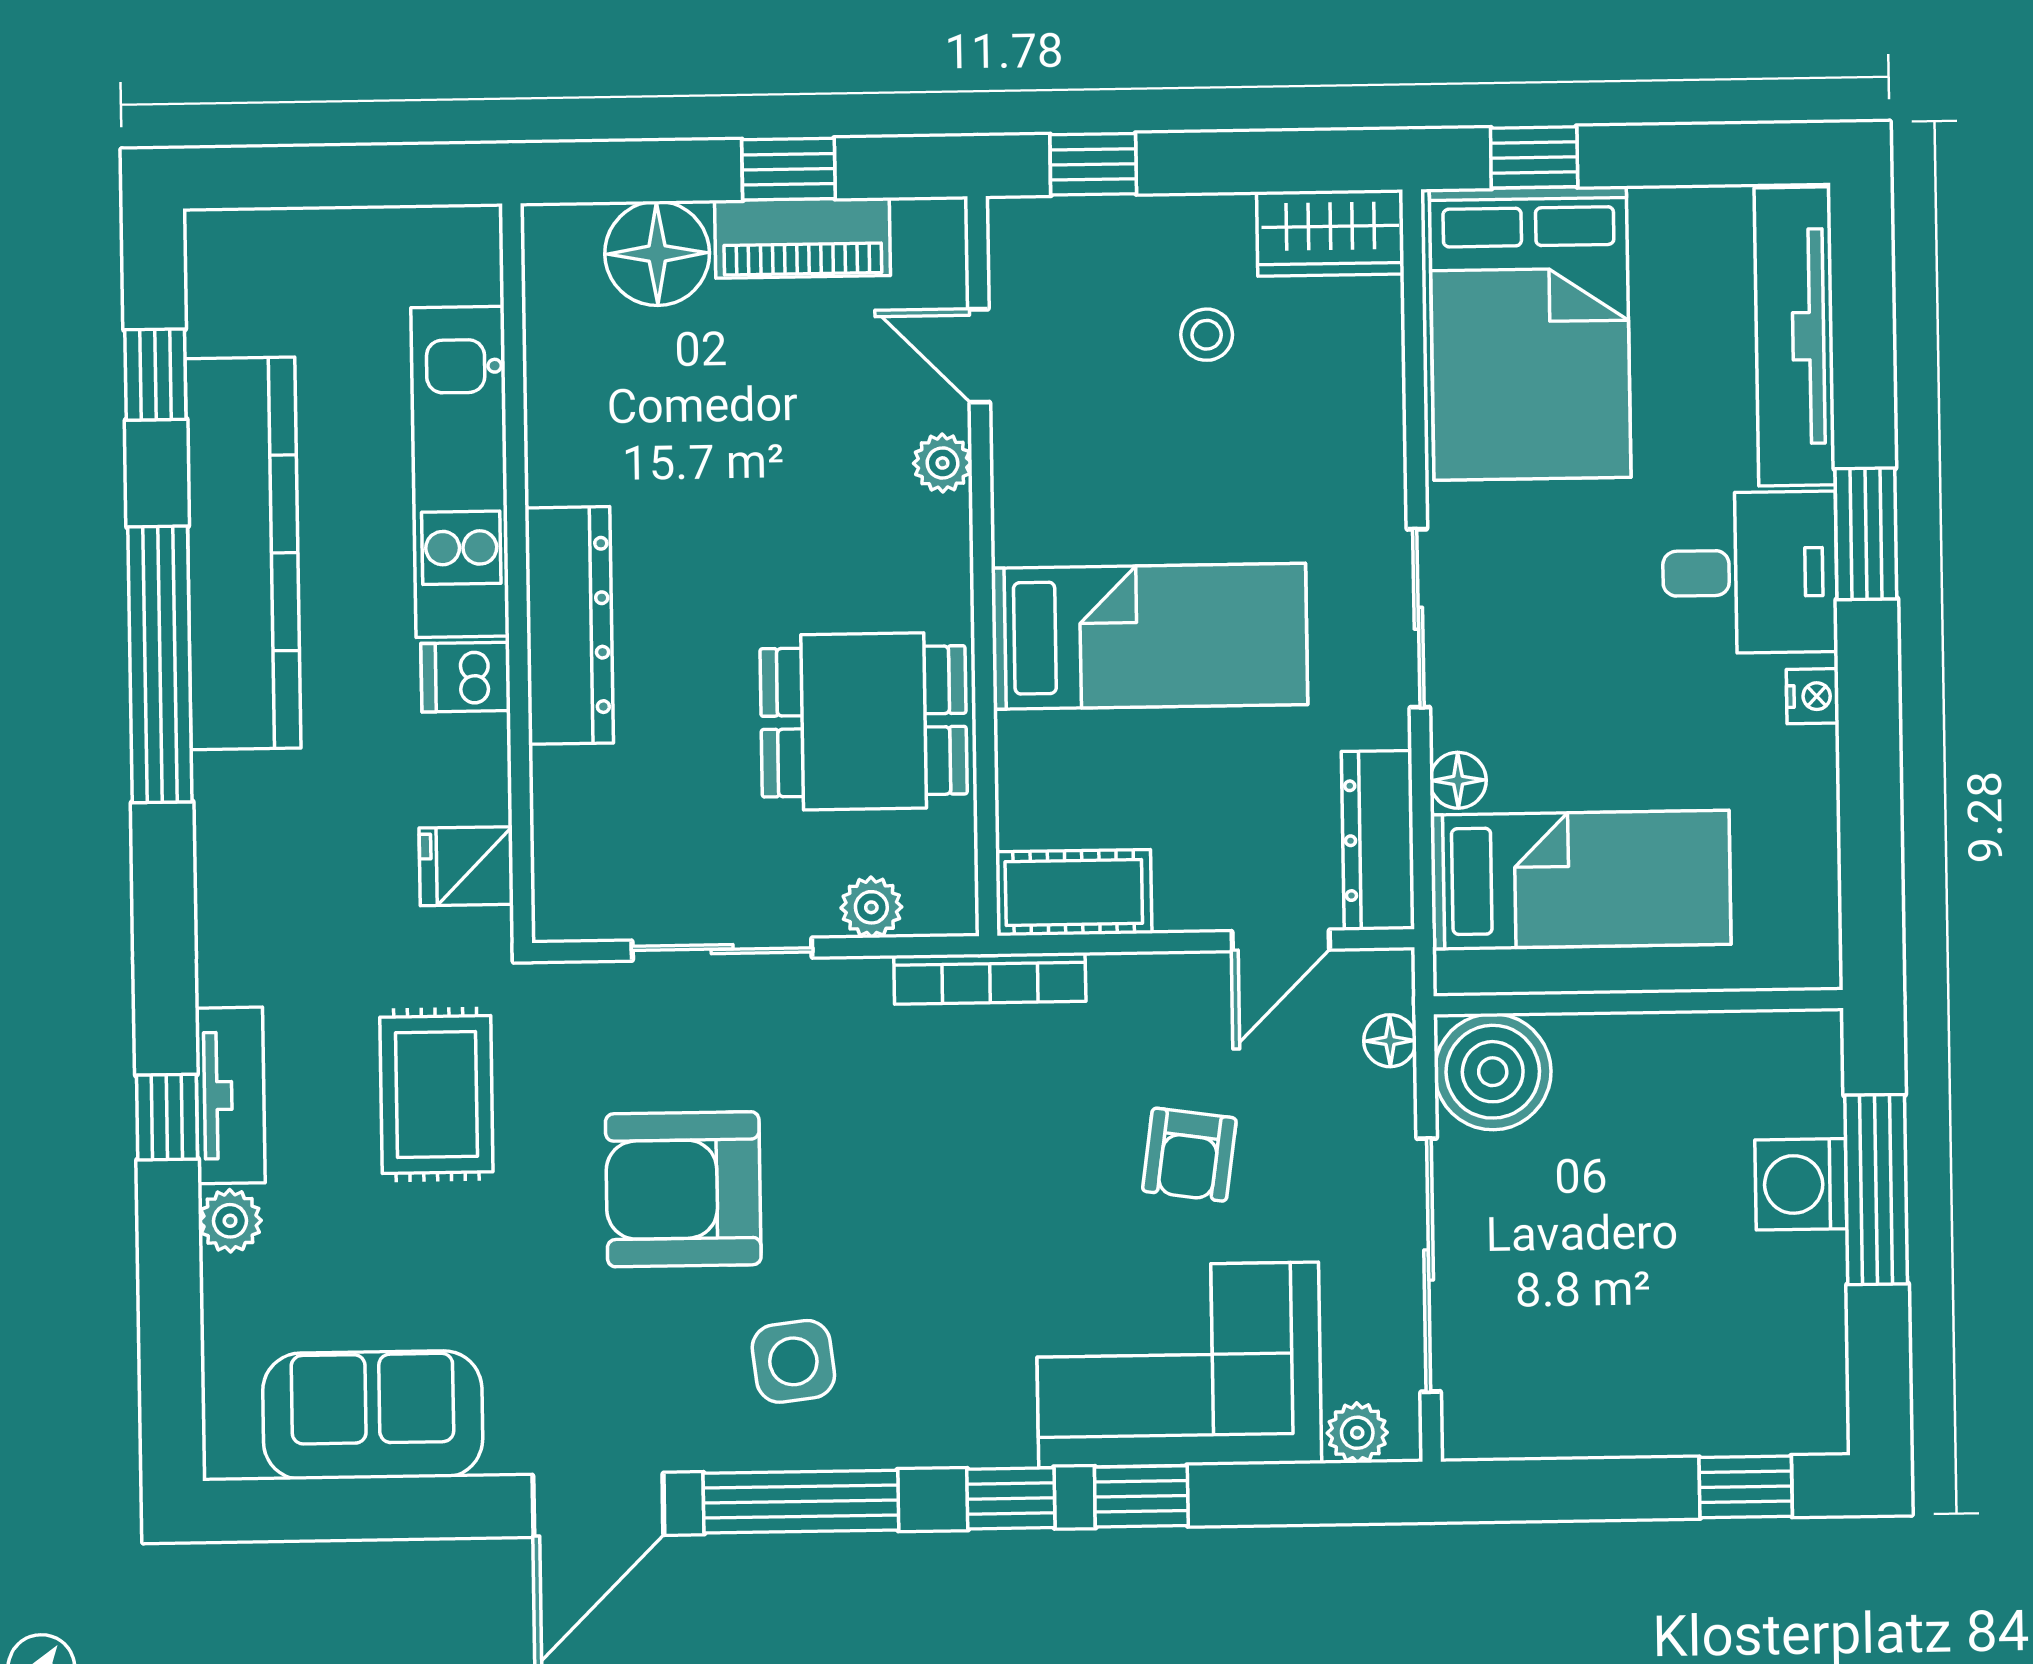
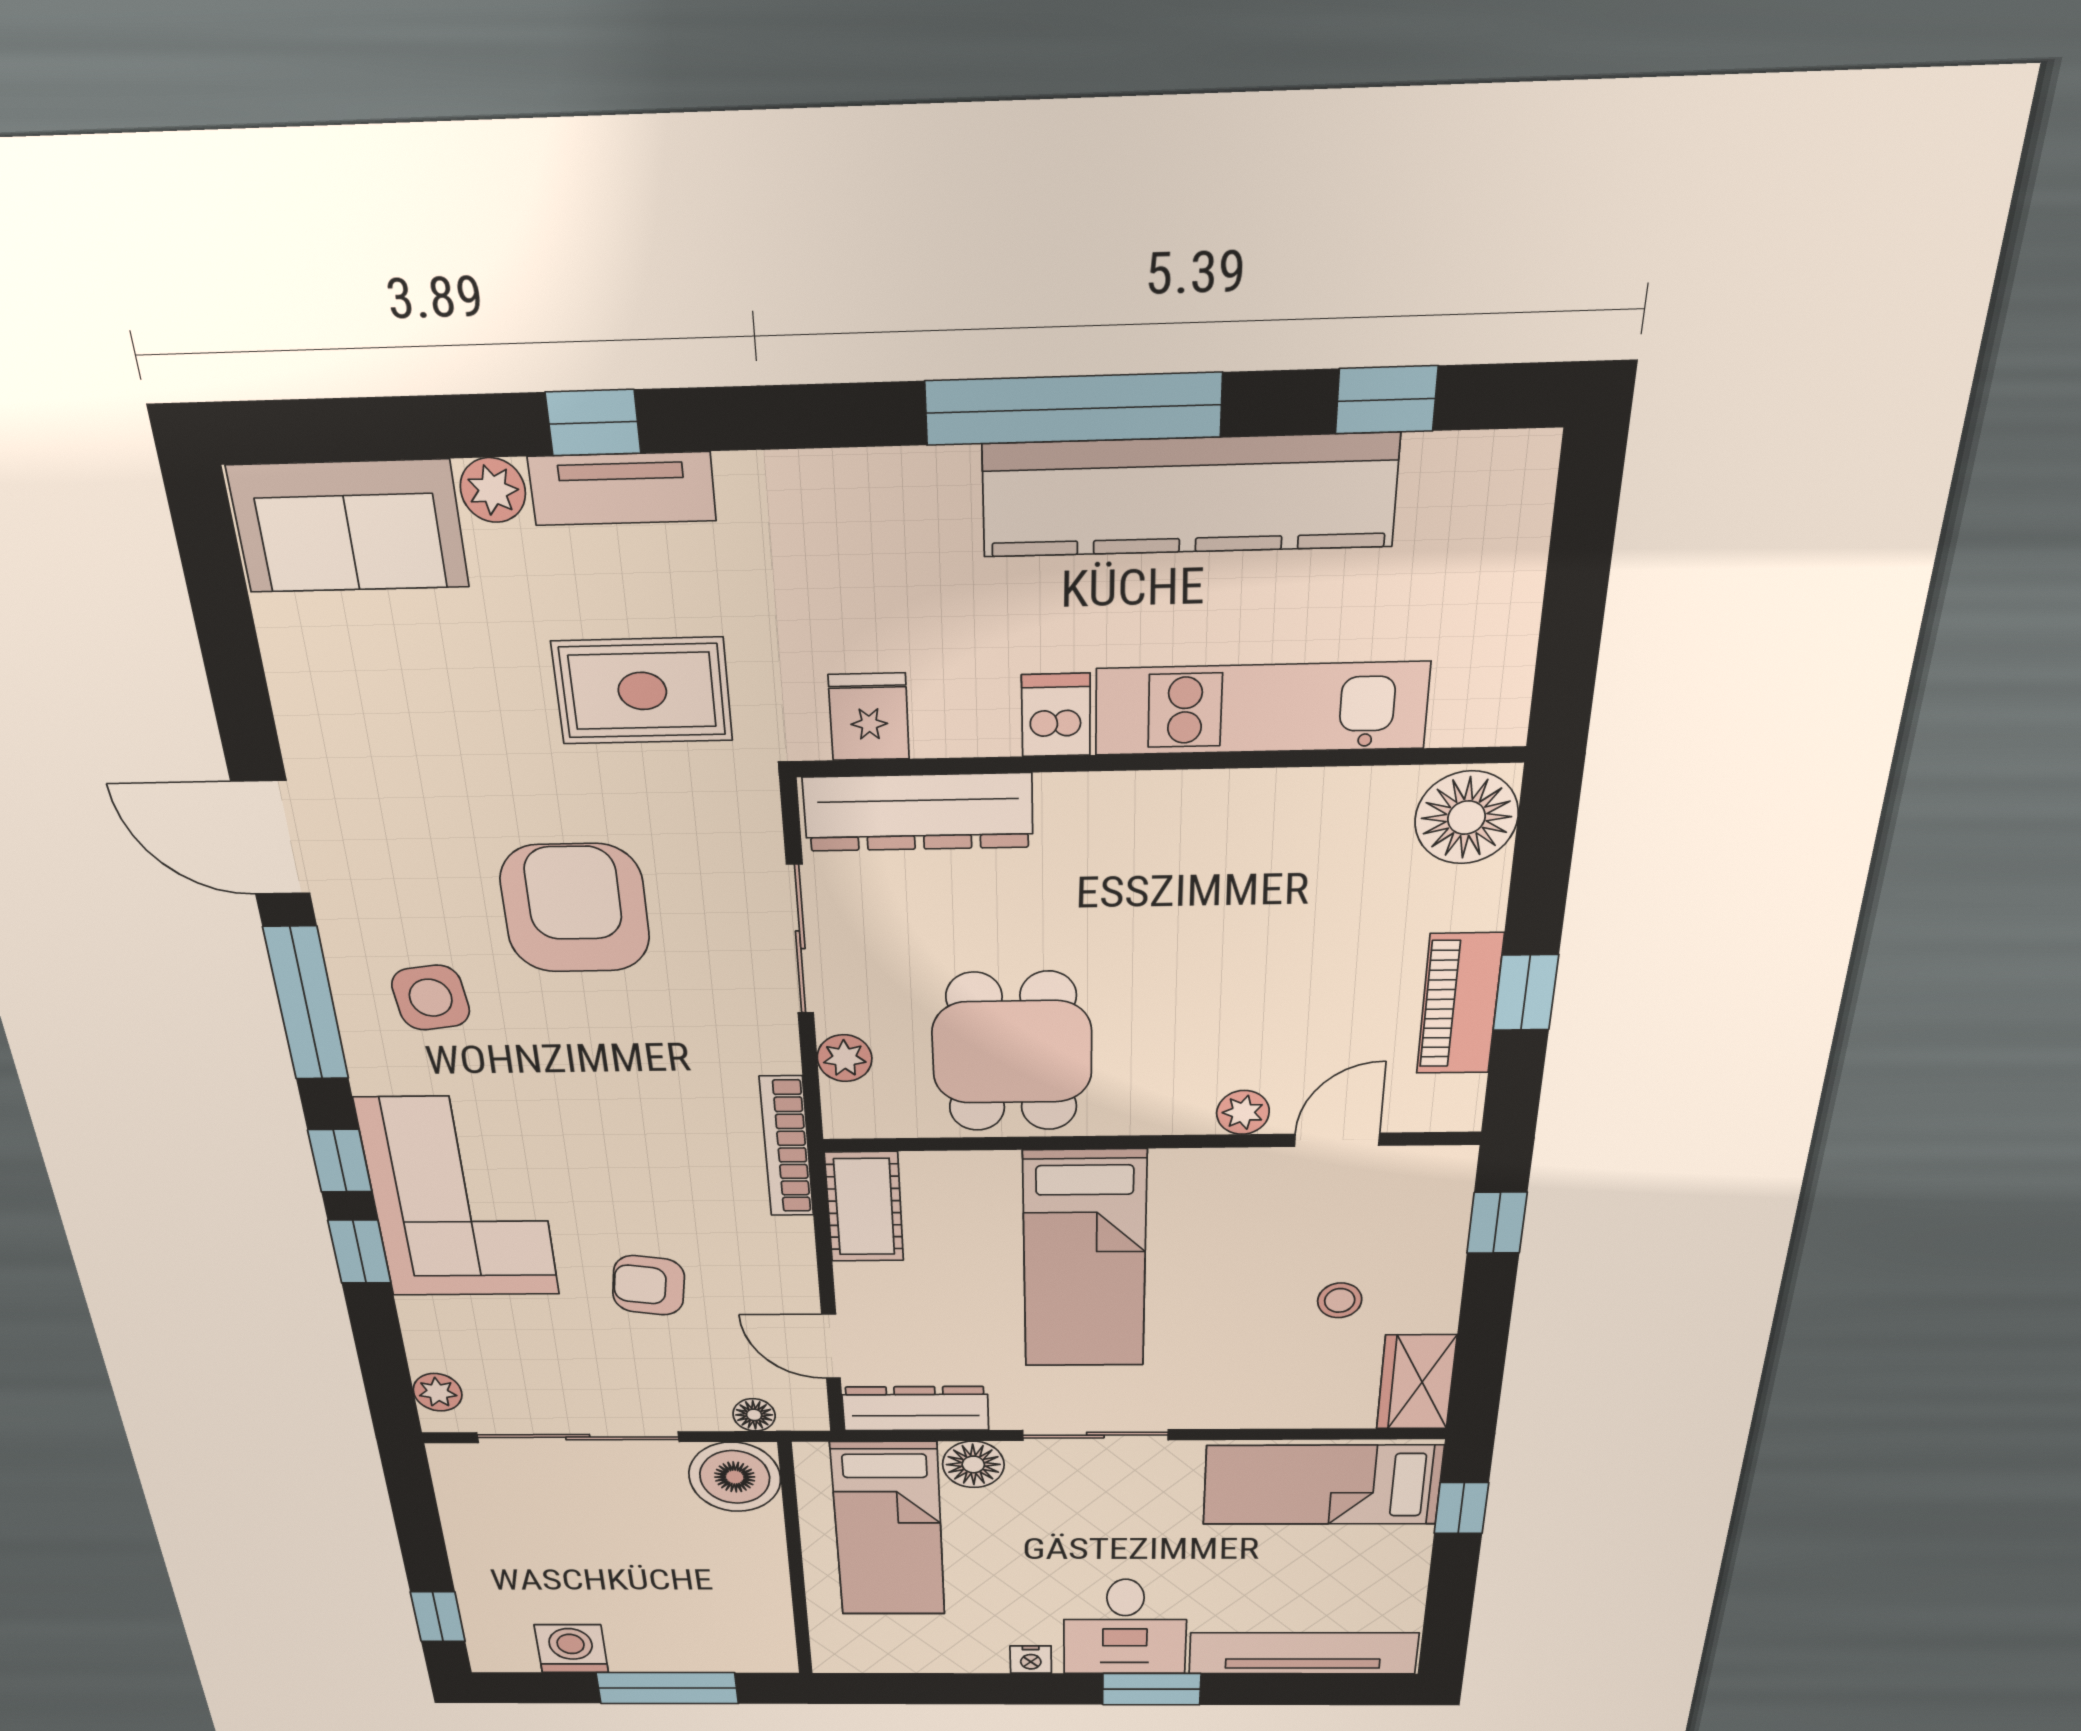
floor lamp: (657, 253) -> (1466, 818), moved
bed: (1530, 333) -> (1322, 1485), width x0.67
dresser: (569, 625) -> (918, 812), moved
floor lamp: (1458, 780) -> (973, 1464), width x1.37, depth x1.37
washing machine: (1801, 1184) -> (571, 1649), moved
corner sofa: (1179, 1365) -> (459, 1198), moved
sofa: (373, 1415) -> (348, 527), moved, turned 90

